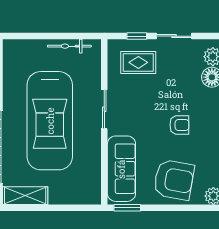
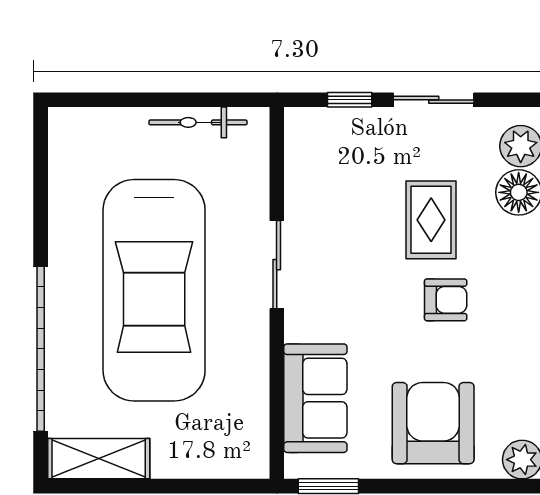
rug: (138, 62) -> (431, 220), moved, turned 90
sofa: (121, 169) -> (315, 398), width x0.73
armchair: (174, 180) -> (433, 423), turned -100

